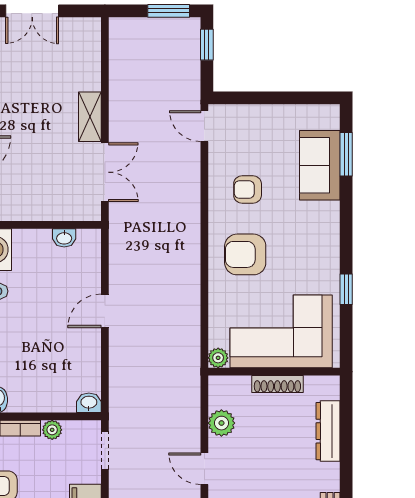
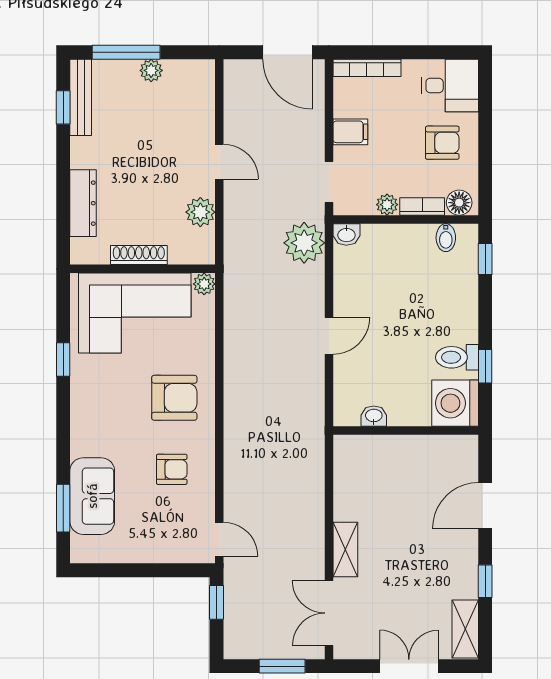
window: (169, 11) -> (282, 666), moved
window: (207, 45) -> (217, 602), moved
double door: (105, 172) -> (329, 613), moved
plant: (127, 395) -> (304, 243), added

